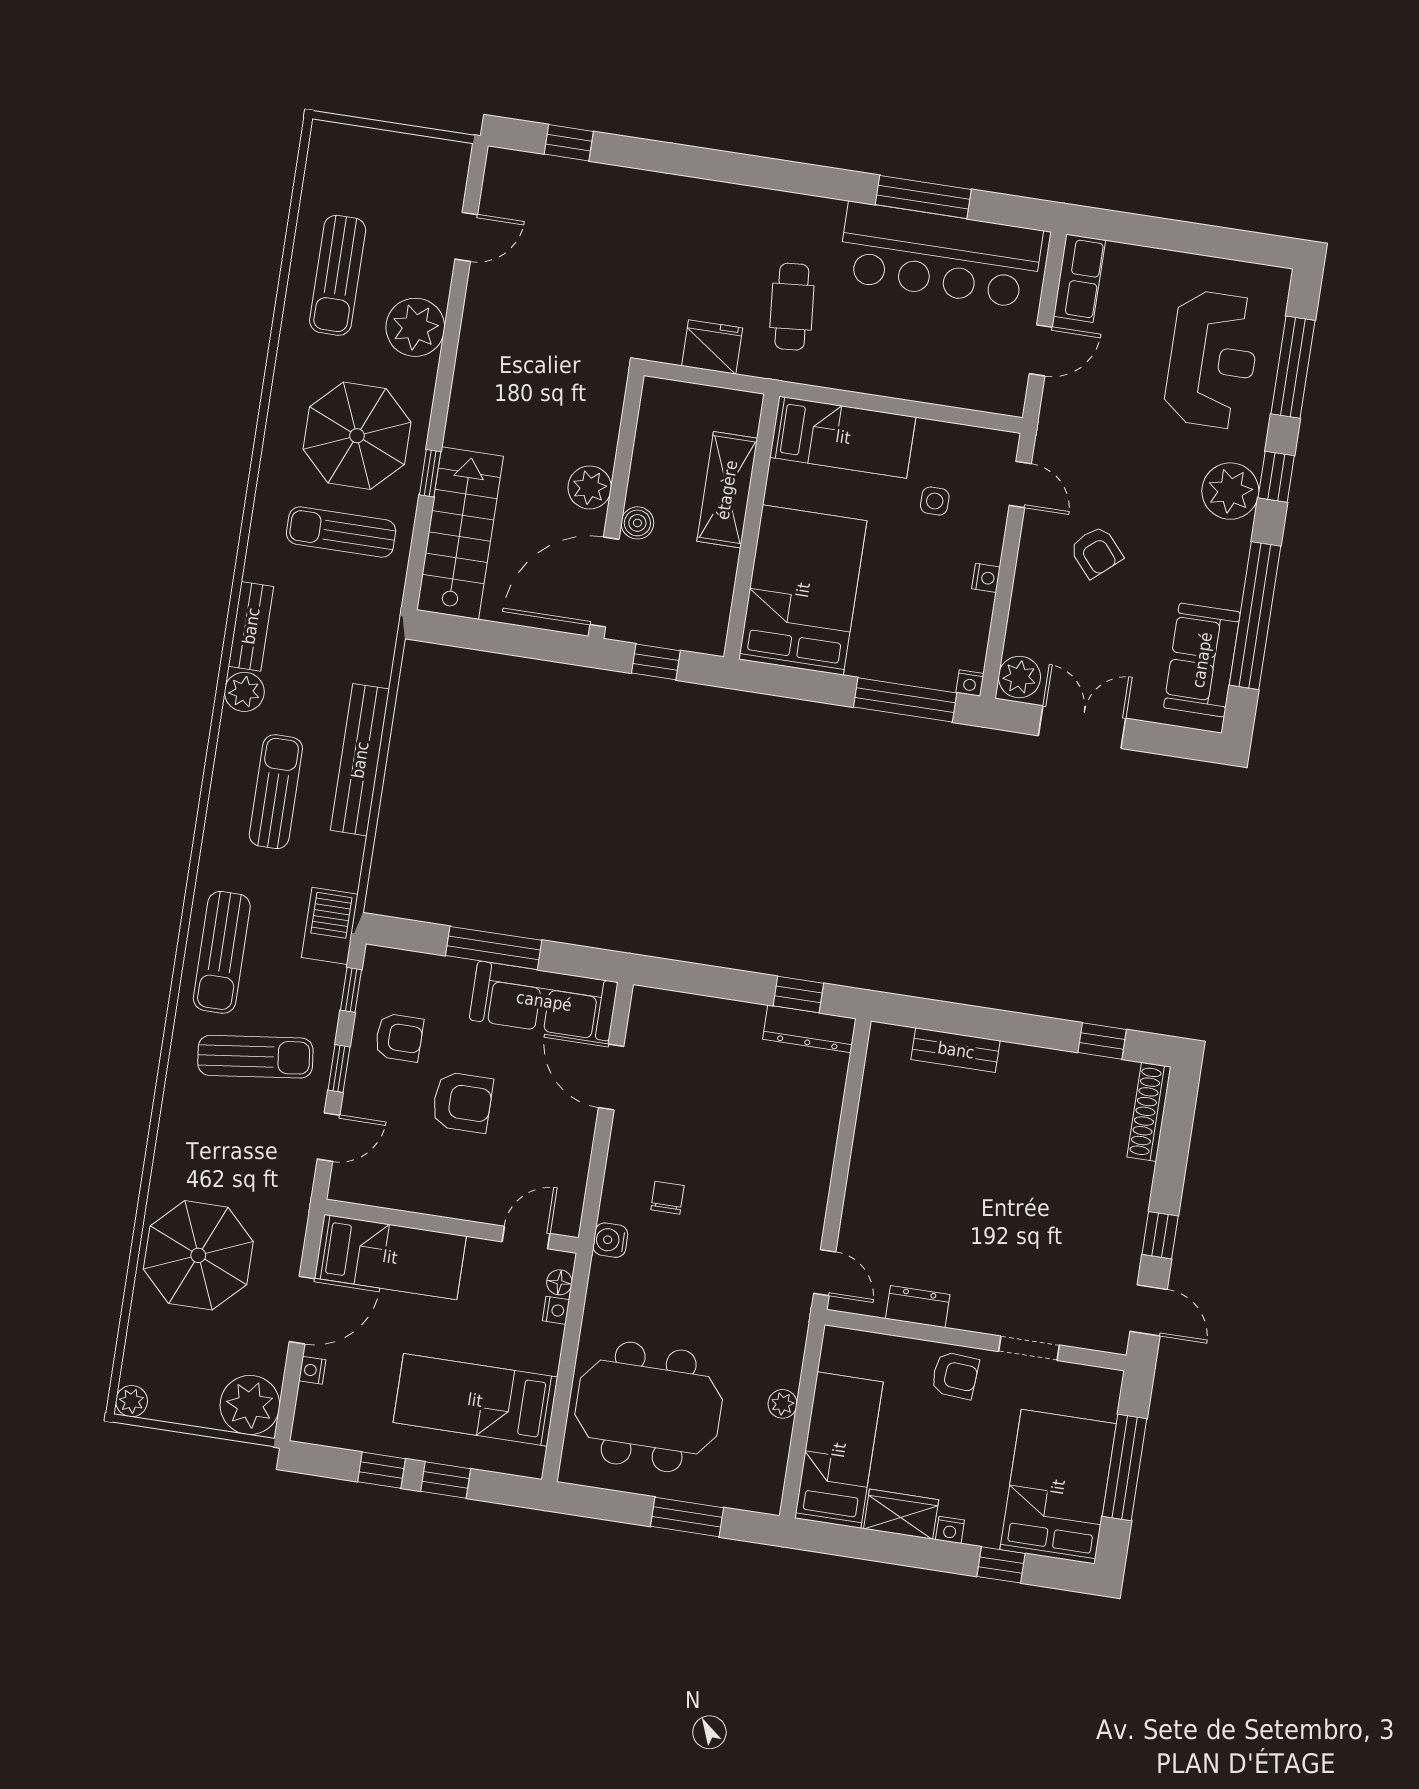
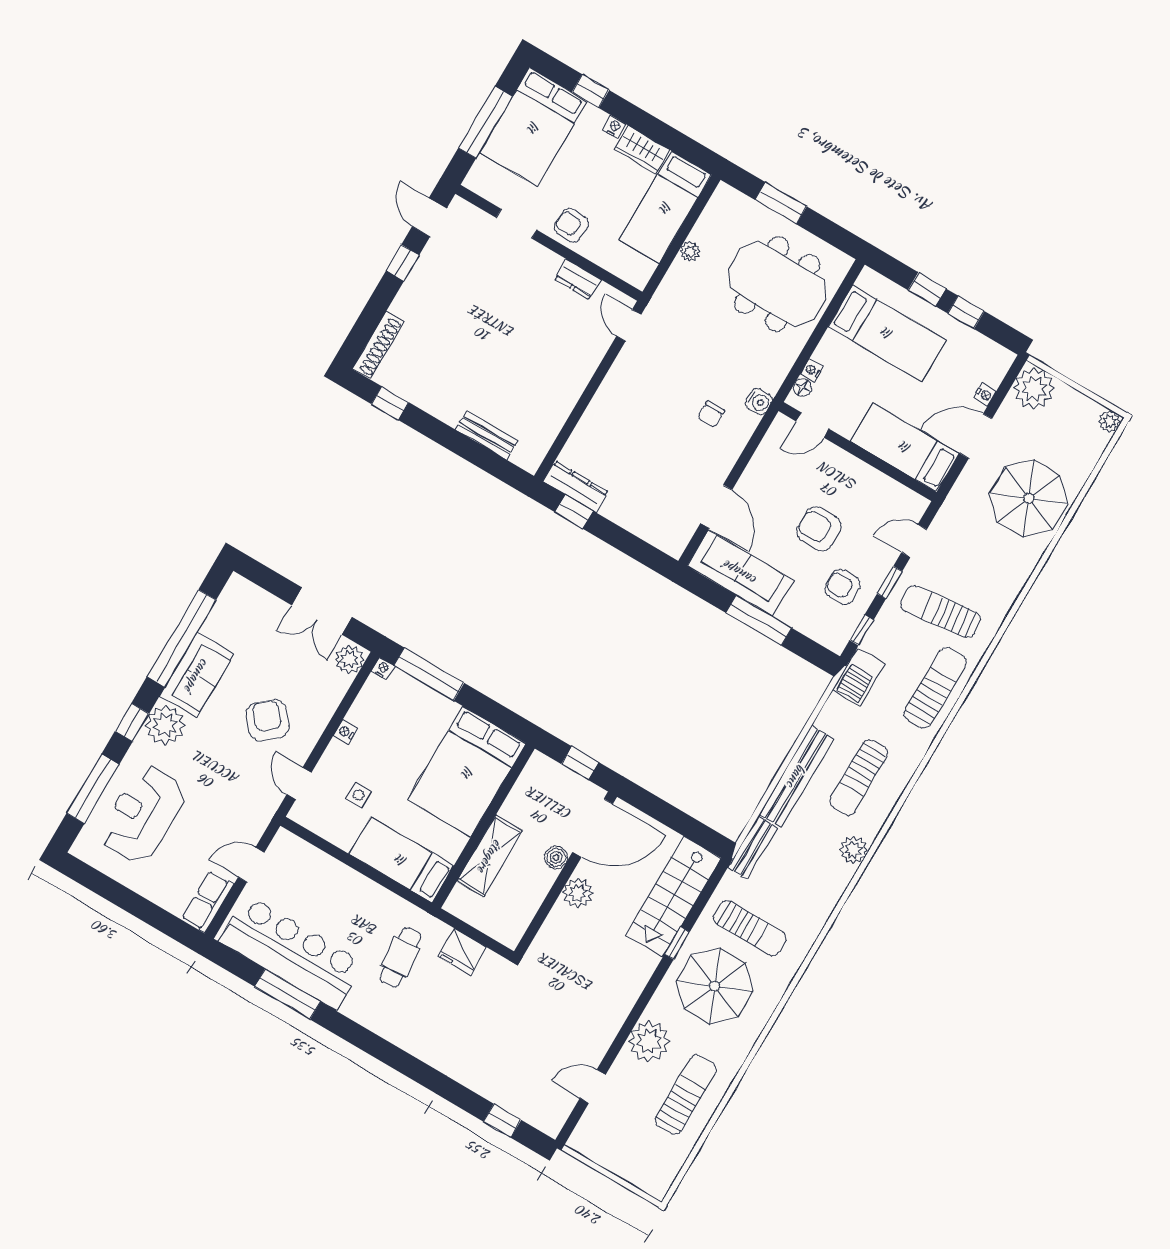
armchair: (1096, 552) -> (268, 720), width x1.38, depth x1.38
bench: (251, 626) -> (753, 848), moved
sofa: (1202, 660) -> (197, 675), moved

